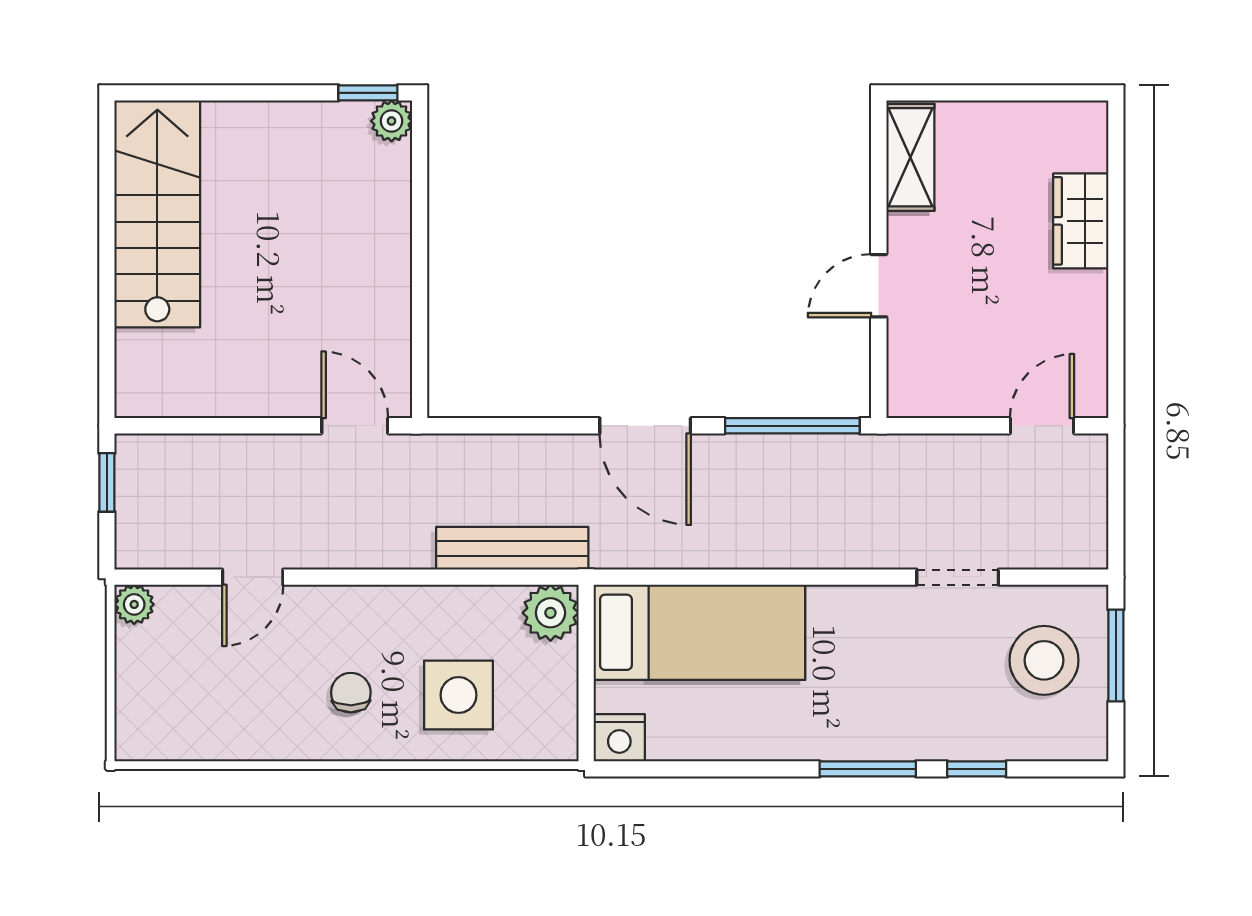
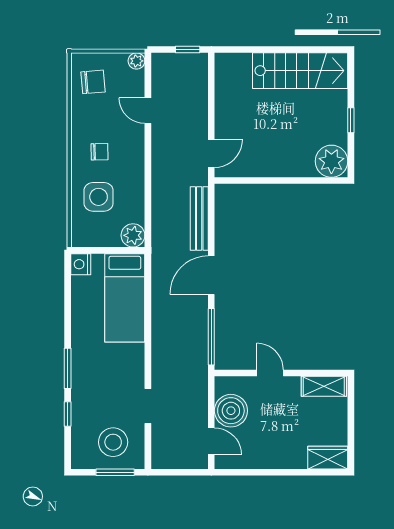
window: (368, 93) -> (351, 120), moved
plant: (392, 121) -> (331, 161), width x1.87, depth x1.87
wardrobe: (1081, 221) -> (328, 458), moved
boiler: (969, 379) -> (231, 411), added
bench: (512, 548) -> (199, 219), moved
chair: (184, 708) -> (93, 82), added

